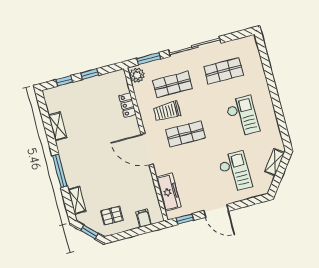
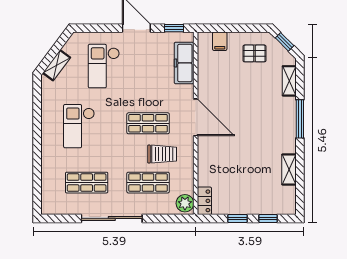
window: (149, 59) -> (167, 218), removed
locker: (128, 105) -> (204, 201), moved

